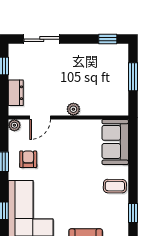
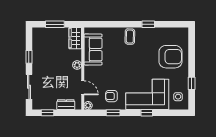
window: (108, 39) -> (29, 57), moved
wardrobe: (113, 107) -> (75, 38), added
sofa: (115, 142) -> (93, 49), moved, turned -90

